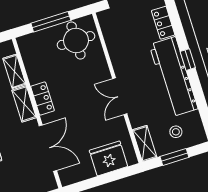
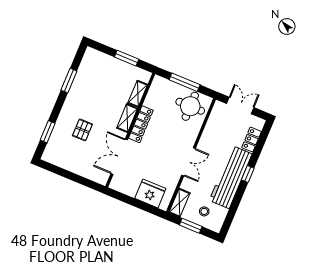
double door: (120, 96) -> (188, 162), swing flipped
locker: (42, 99) -> (141, 124), width x1.53
double door: (48, 148) -> (119, 157), swing flipped

